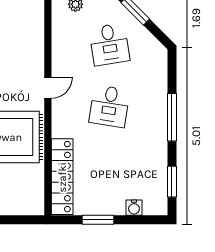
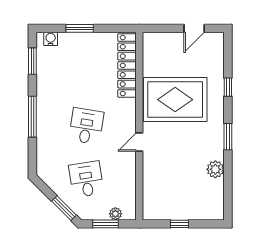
water cooler: (134, 208) -> (51, 39), moved
window: (98, 220) -> (80, 28), moved

